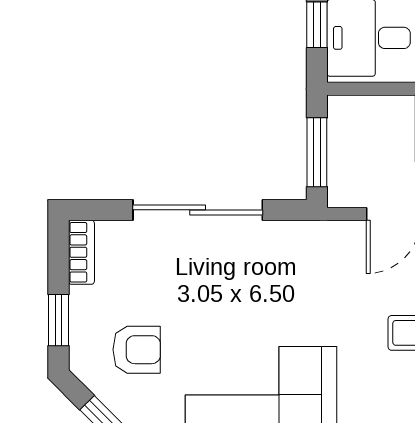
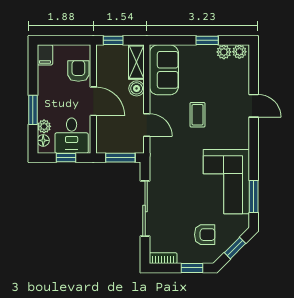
armchair: (137, 350) -> (205, 235), turned 90

